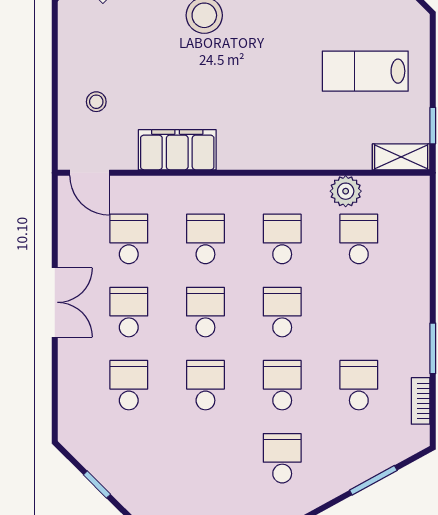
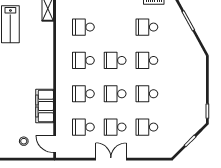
door: (90, 173) -> (55, 144), swing flipped
plant: (346, 191) -> (63, 33), removed
school desk: (282, 458) -> (179, 60), removed

